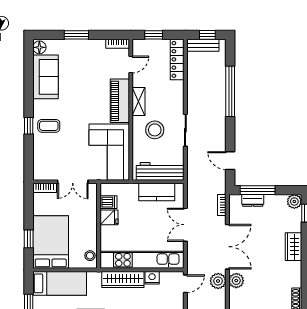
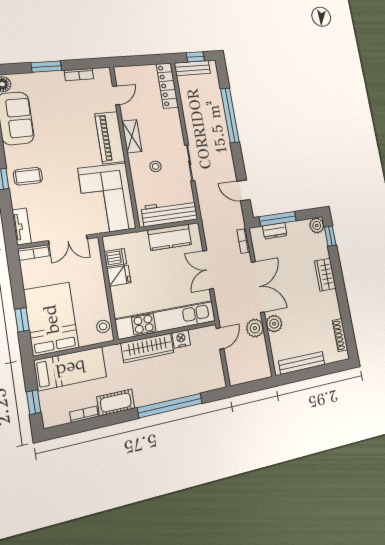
window: (154, 35) -> (137, 61), removed
bookcase: (118, 44) -> (79, 75), moved
stool: (155, 130) -> (156, 166), width x0.53, depth x0.53
tv unit: (38, 166) -> (22, 227), added

